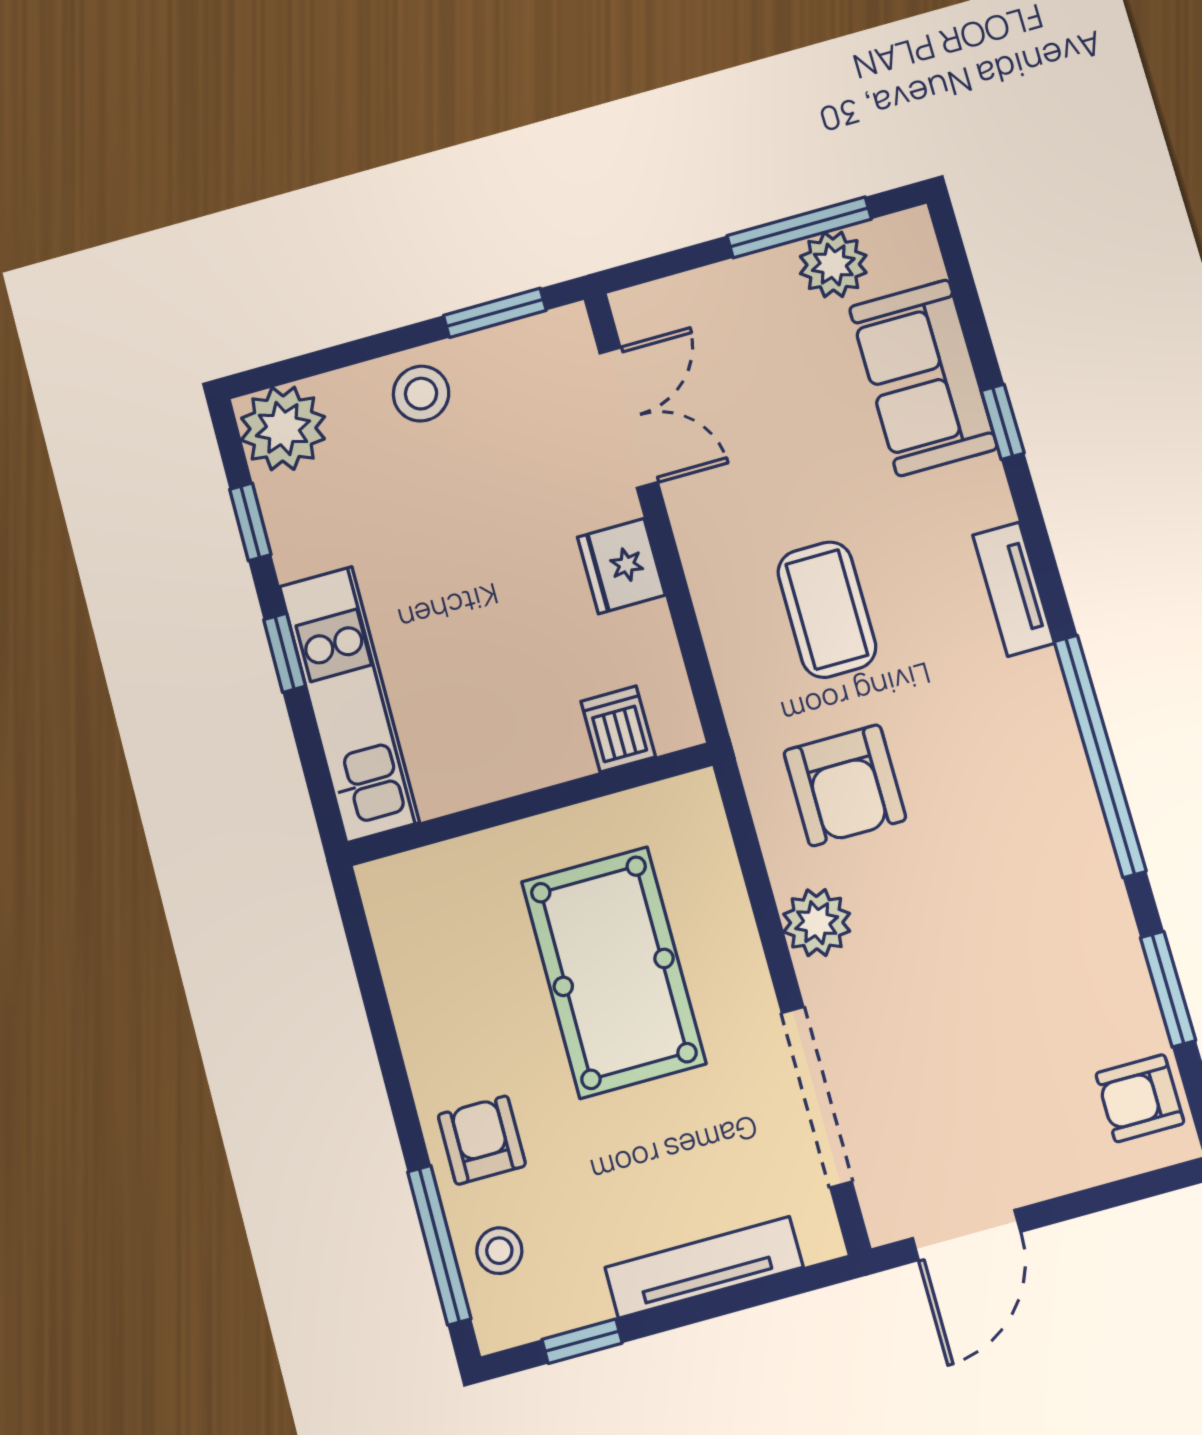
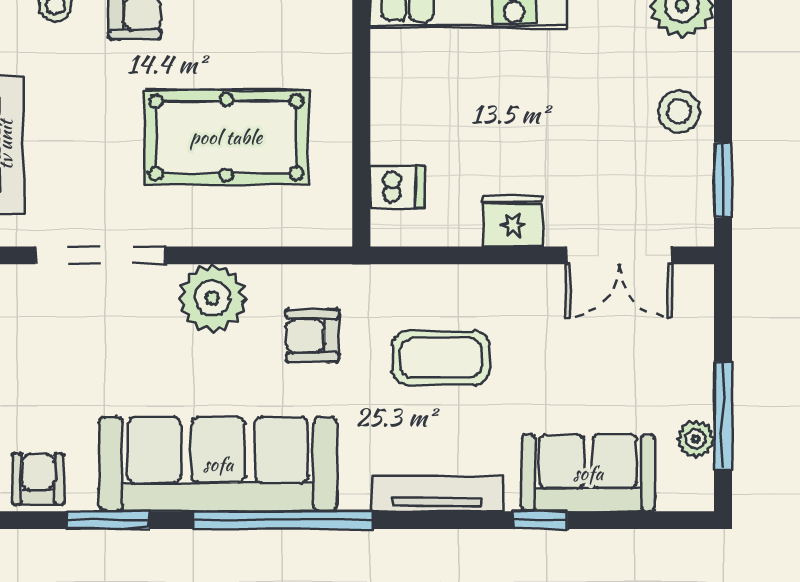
plant: (833, 265) -> (696, 439), width x0.73, depth x0.73
tv unit: (1013, 589) -> (437, 493), width x1.41
armchair: (845, 785) -> (313, 336), width x0.72, depth x0.72
sofa: (1050, 863) -> (218, 464), added
plant: (817, 923) -> (213, 298), width x1.36, depth x1.36

